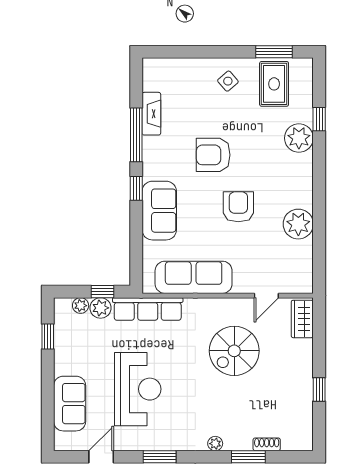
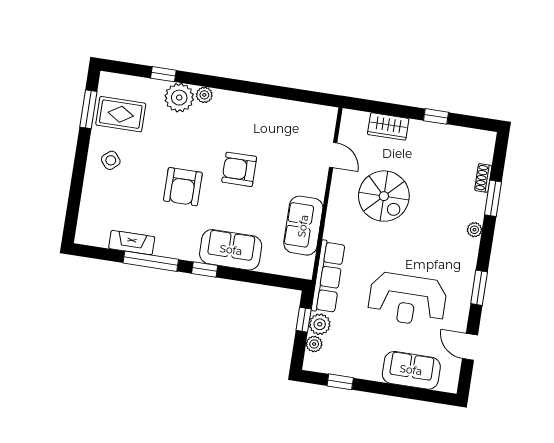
plant: (298, 224) -> (204, 95), moved, width x0.53, depth x0.53
sofa: (194, 277) -> (303, 226), width x0.73
wardrobe: (302, 319) -> (388, 126), moved
reception desk: (138, 389) -> (407, 299), turned 180

